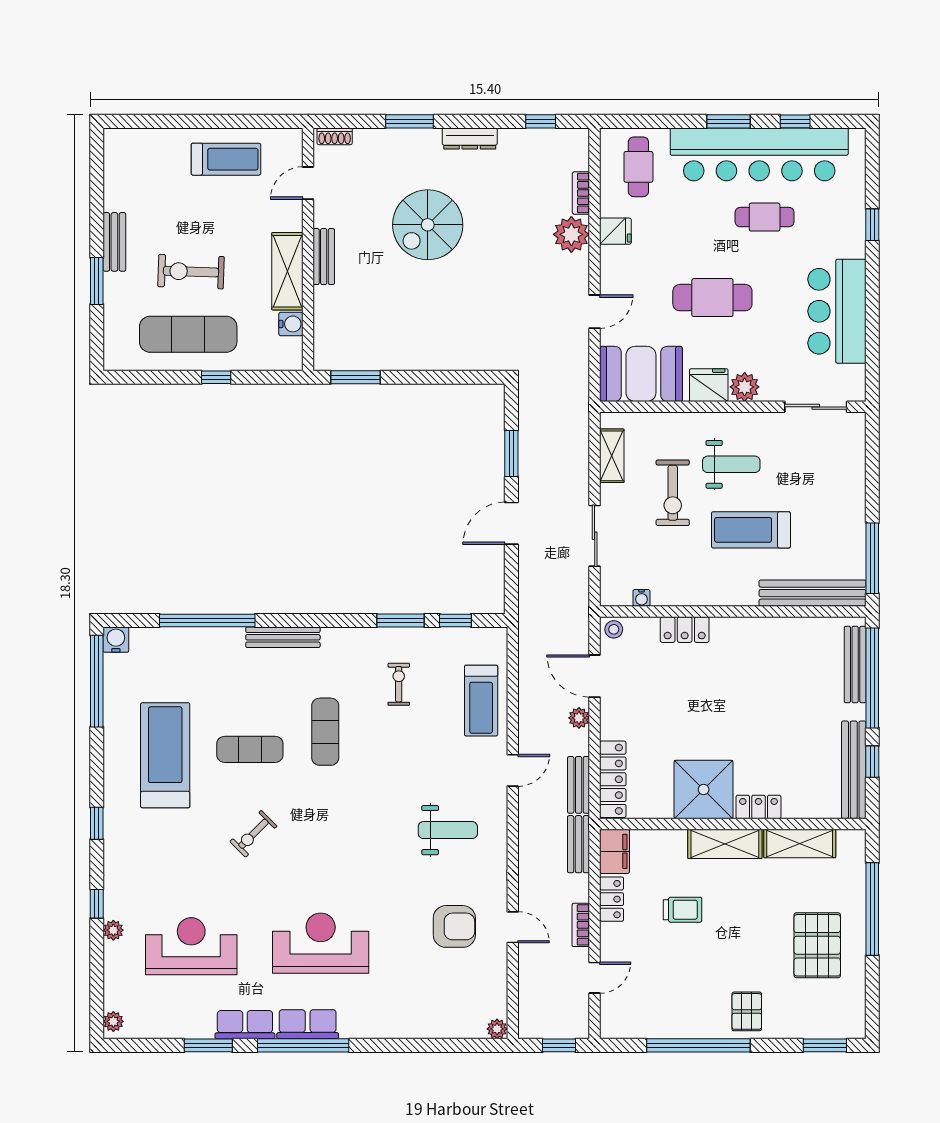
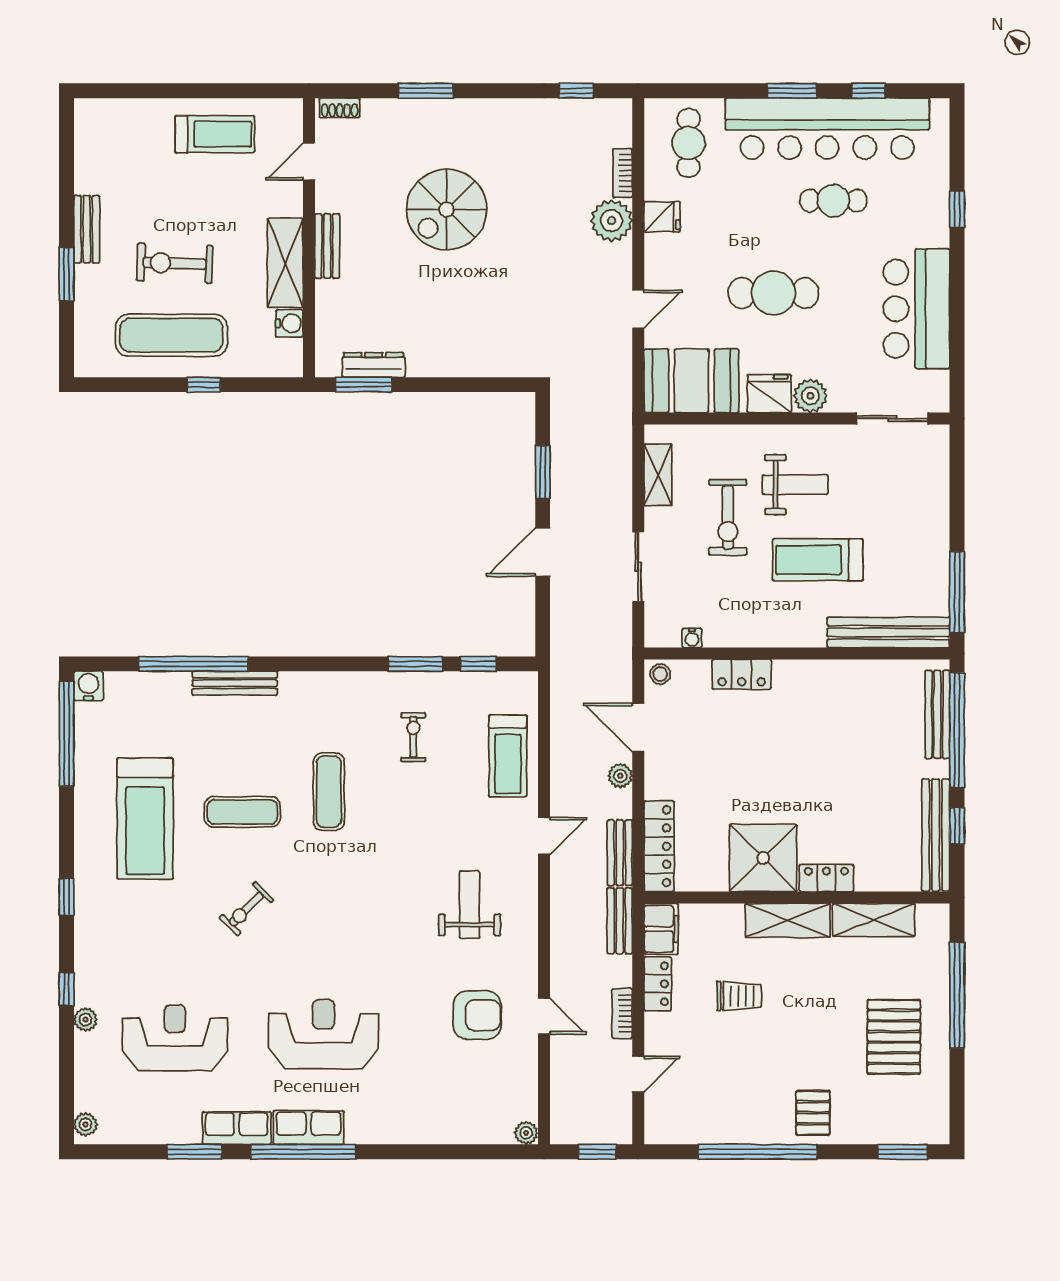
dresser: (470, 138) -> (374, 365), moved, turned 180
bench: (283, 637) -> (235, 683), moved
treadmill: (165, 755) -> (145, 819), turned 180
weight bench: (448, 830) -> (470, 905), turned -90

